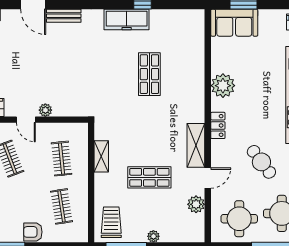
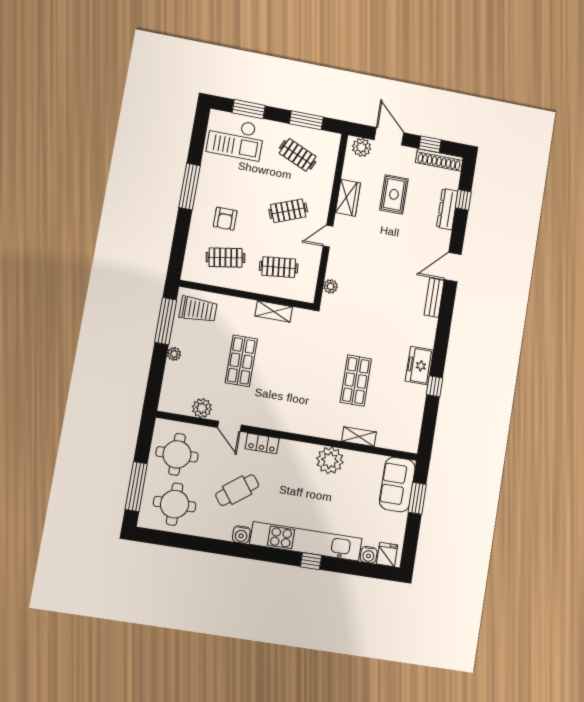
freezer: (127, 20) -> (419, 366), width x0.71
shop shelf: (149, 74) -> (356, 381), turned 90
plant: (45, 110) -> (330, 286), moved
locker: (218, 125) -> (262, 443), moved
shelving: (196, 145) -> (359, 437), moved, width x0.67, depth x0.75
armchair: (33, 232) -> (225, 219), moved, turned 180

